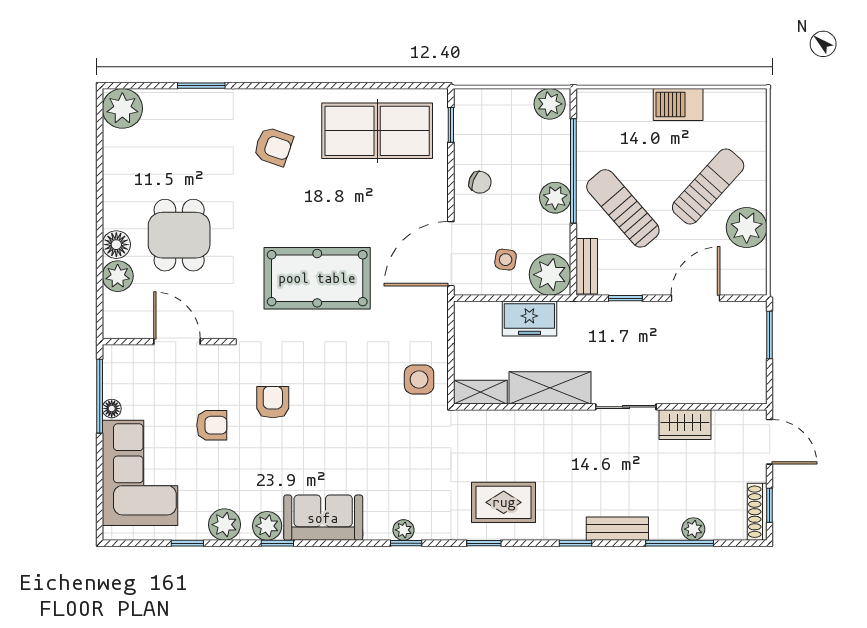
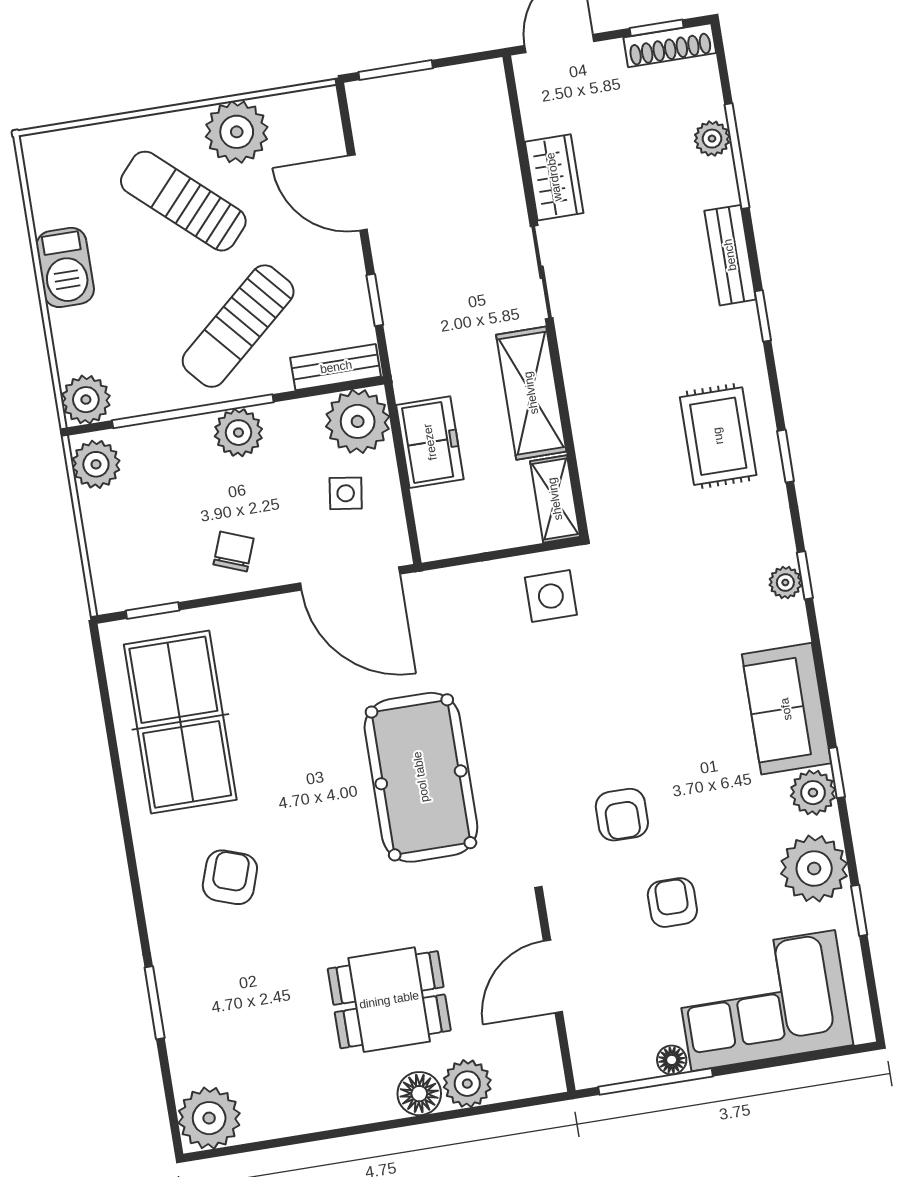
plant: (592, 104) -> (86, 400), added
armchair: (273, 402) -> (622, 815), turned -90
plant: (224, 525) -> (814, 869), width x1.36, depth x1.36

